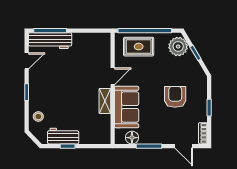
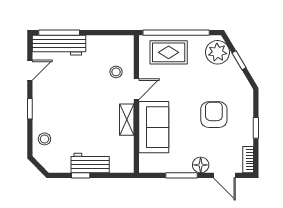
stool: (96, 62) -> (116, 72), added
workbench: (63, 136) -> (90, 163), moved
floor lamp: (132, 138) -> (201, 165), moved

